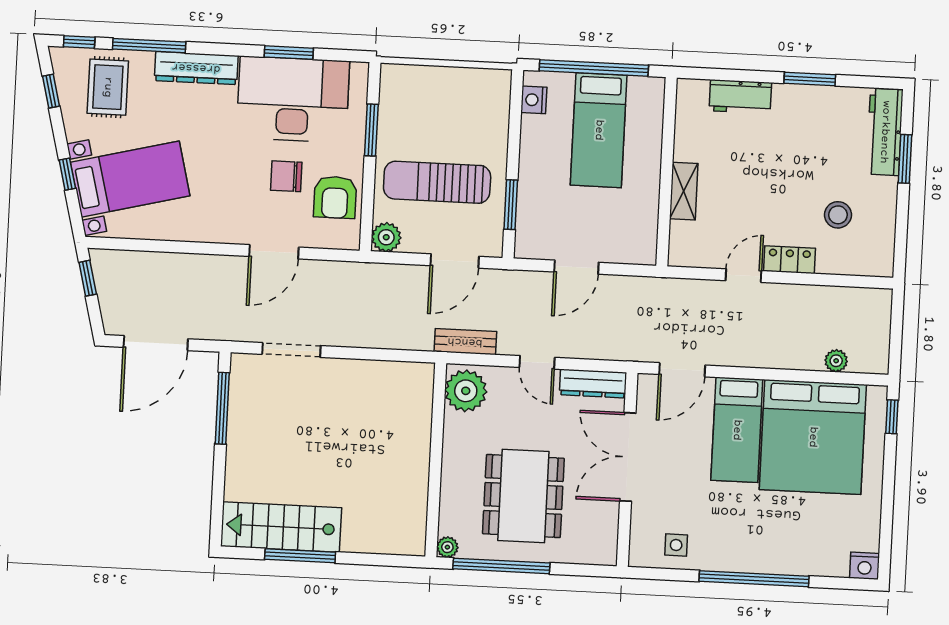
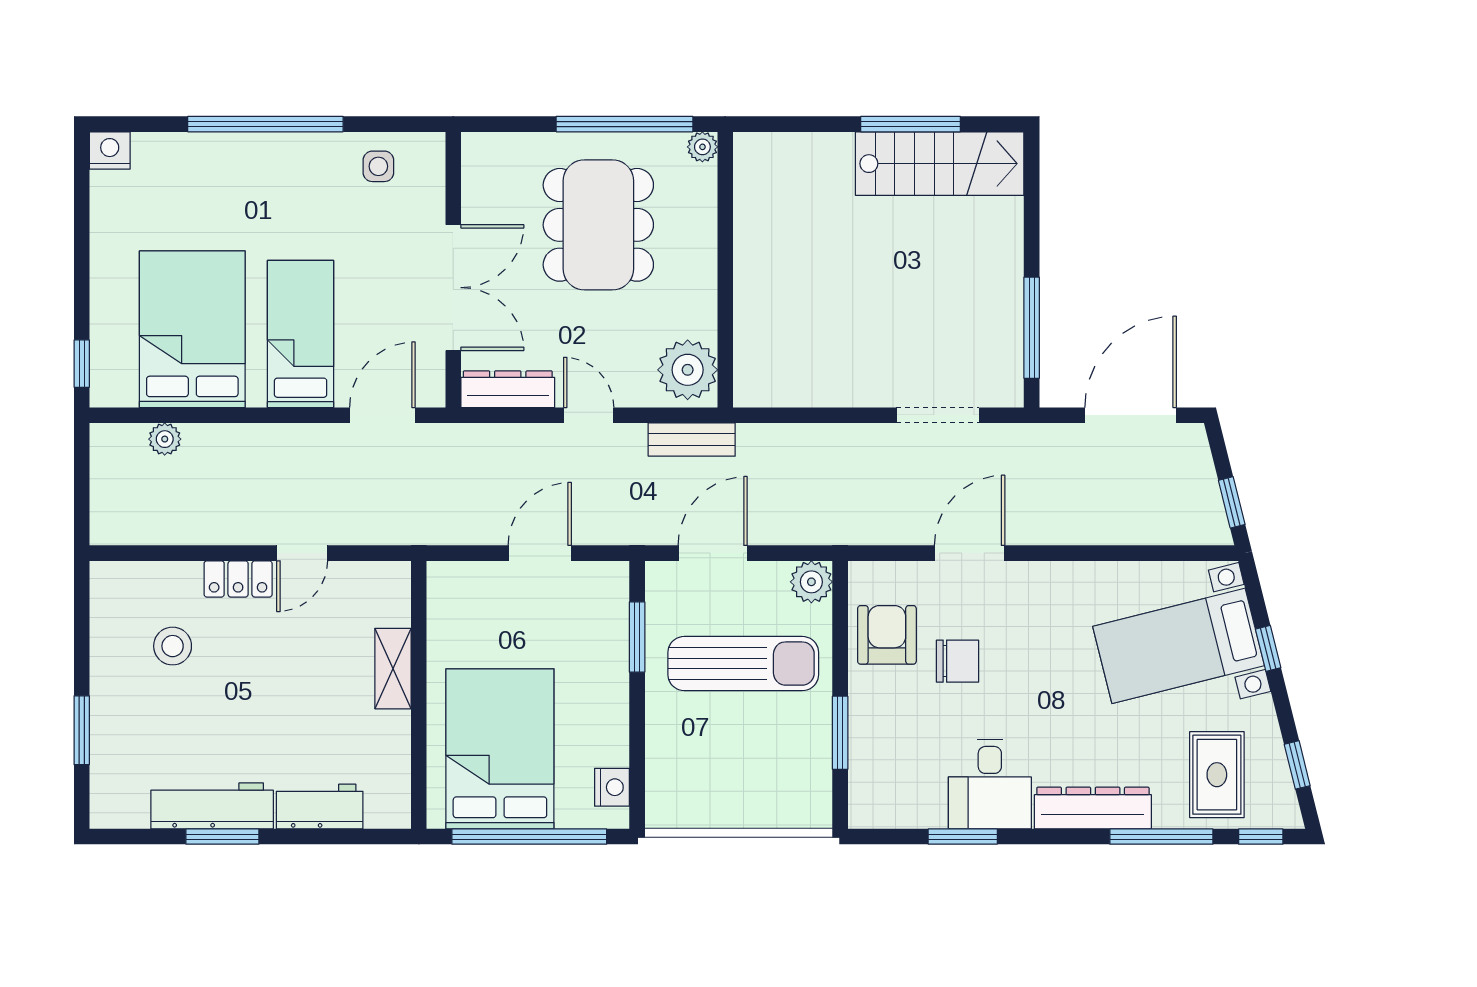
desk: (293, 99) -> (990, 784), width x0.53, depth x0.77
bed: (599, 130) -> (500, 749), width x1.50
workbench: (885, 132) -> (212, 806), moved, turned -90
bed: (813, 437) -> (192, 329), width x0.73

